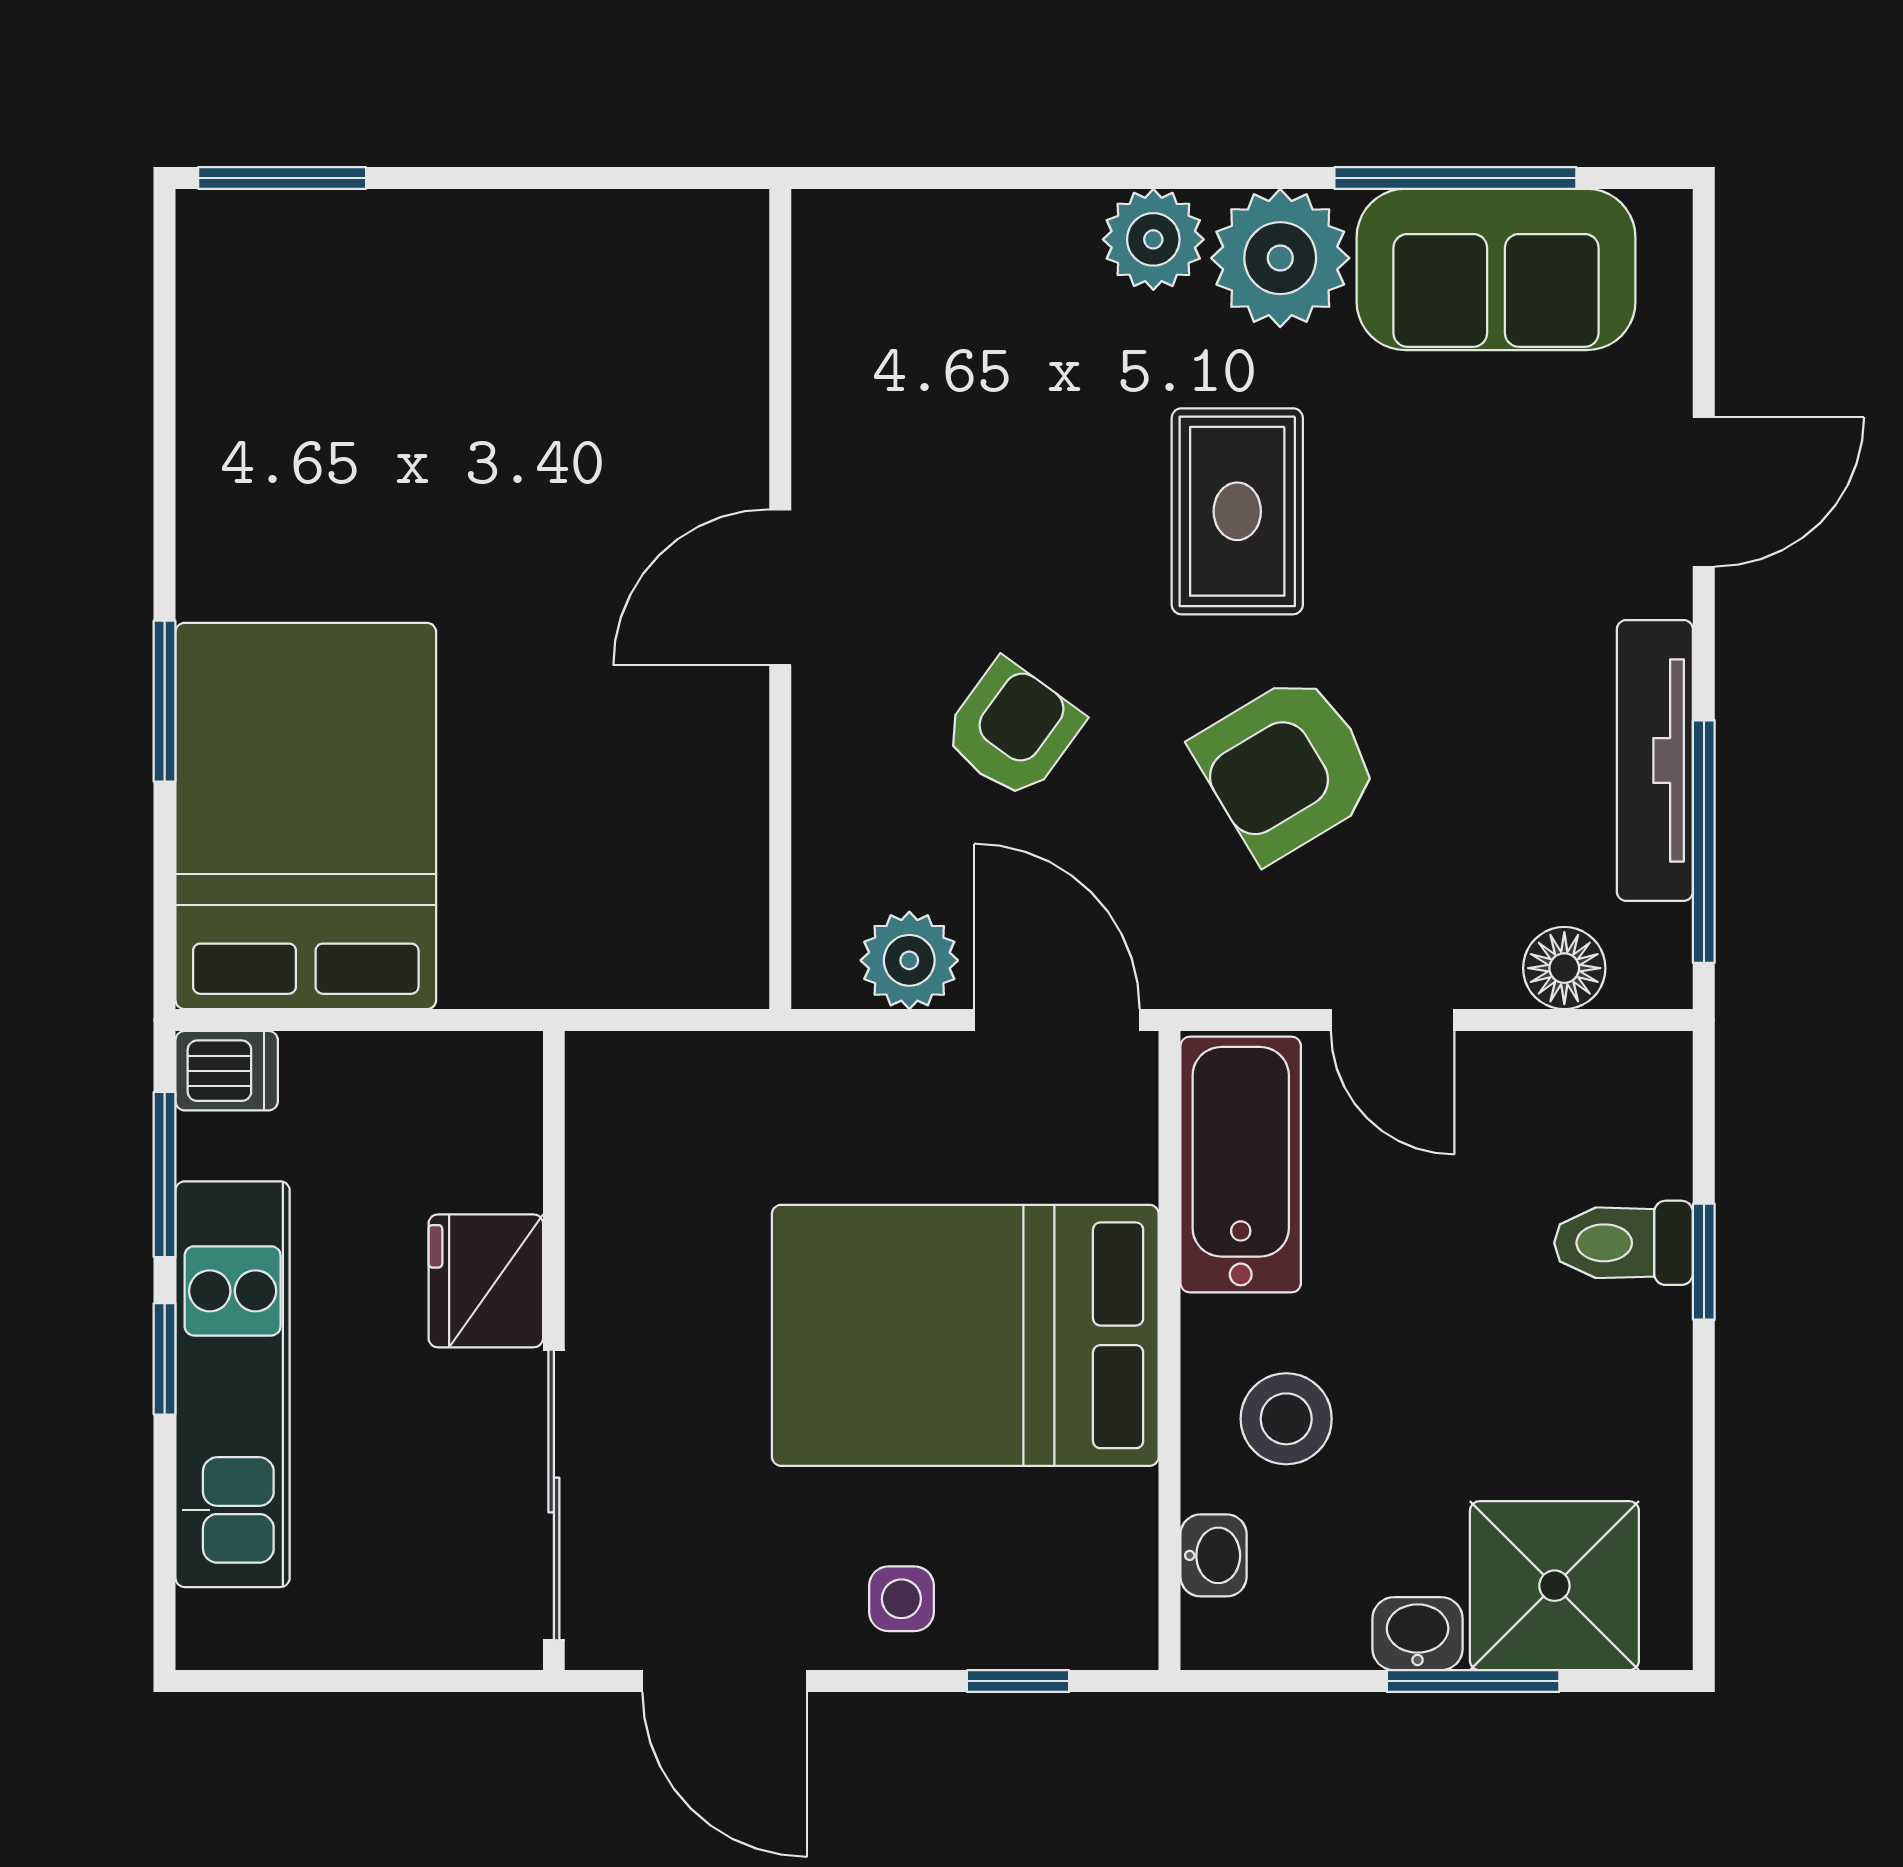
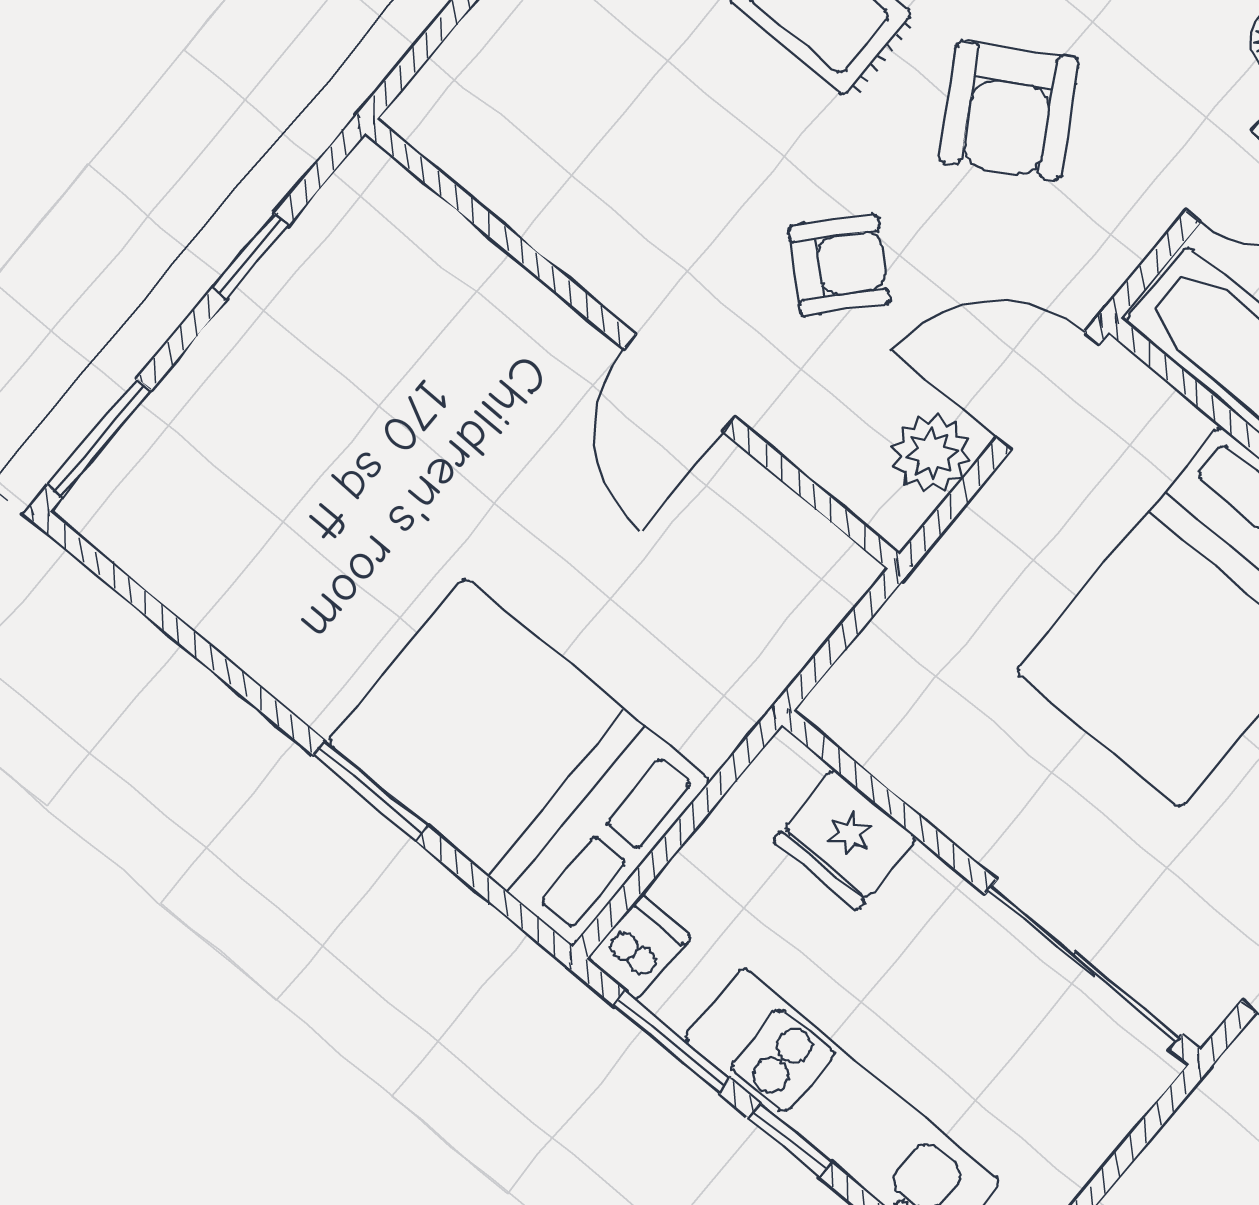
window: (567, 178) -> (251, 256), added
door: (780, 587) -> (680, 383), moved
armchair: (1012, 729) -> (839, 265), turned 96
fridge: (486, 1281) -> (846, 839), moved

